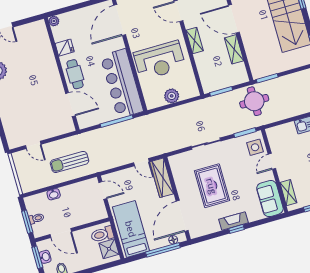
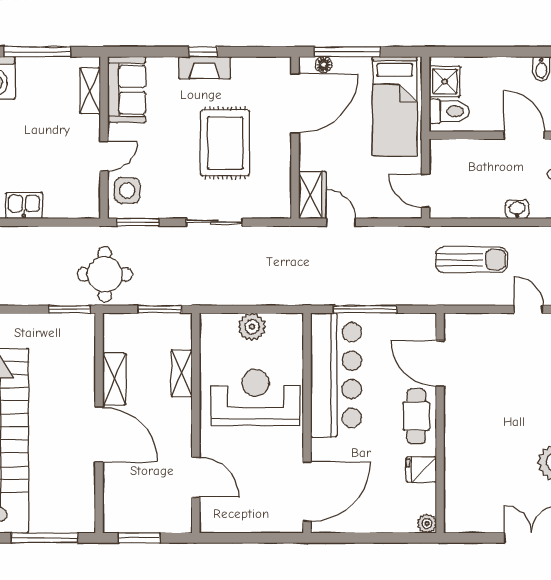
shelving: (195, 41) -> (182, 373), moved
wardrobe: (162, 178) -> (312, 195), width x0.67

